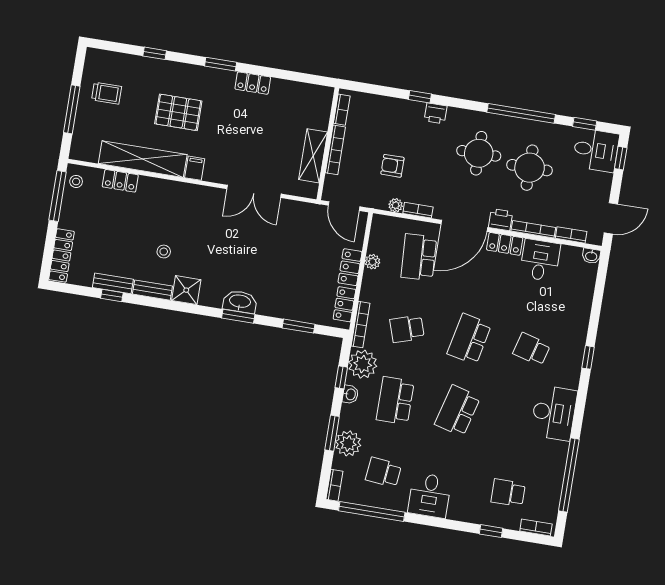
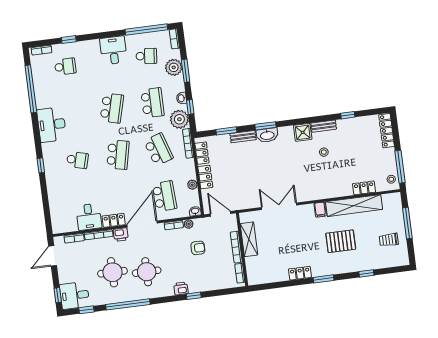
washbasin: (591, 256) -> (195, 211), moved
bench: (113, 283) -> (243, 137), moved
school desk: (407, 329) -> (158, 149), width x1.85

